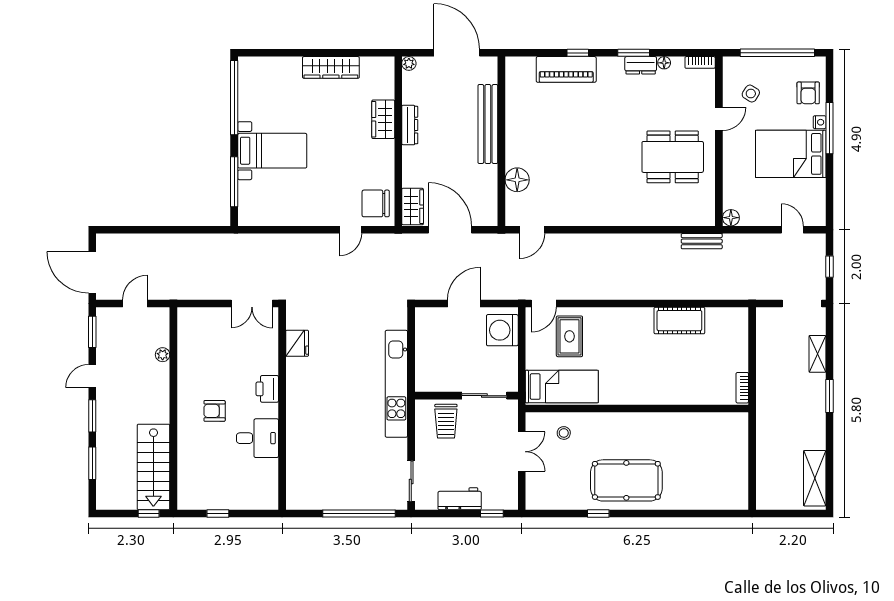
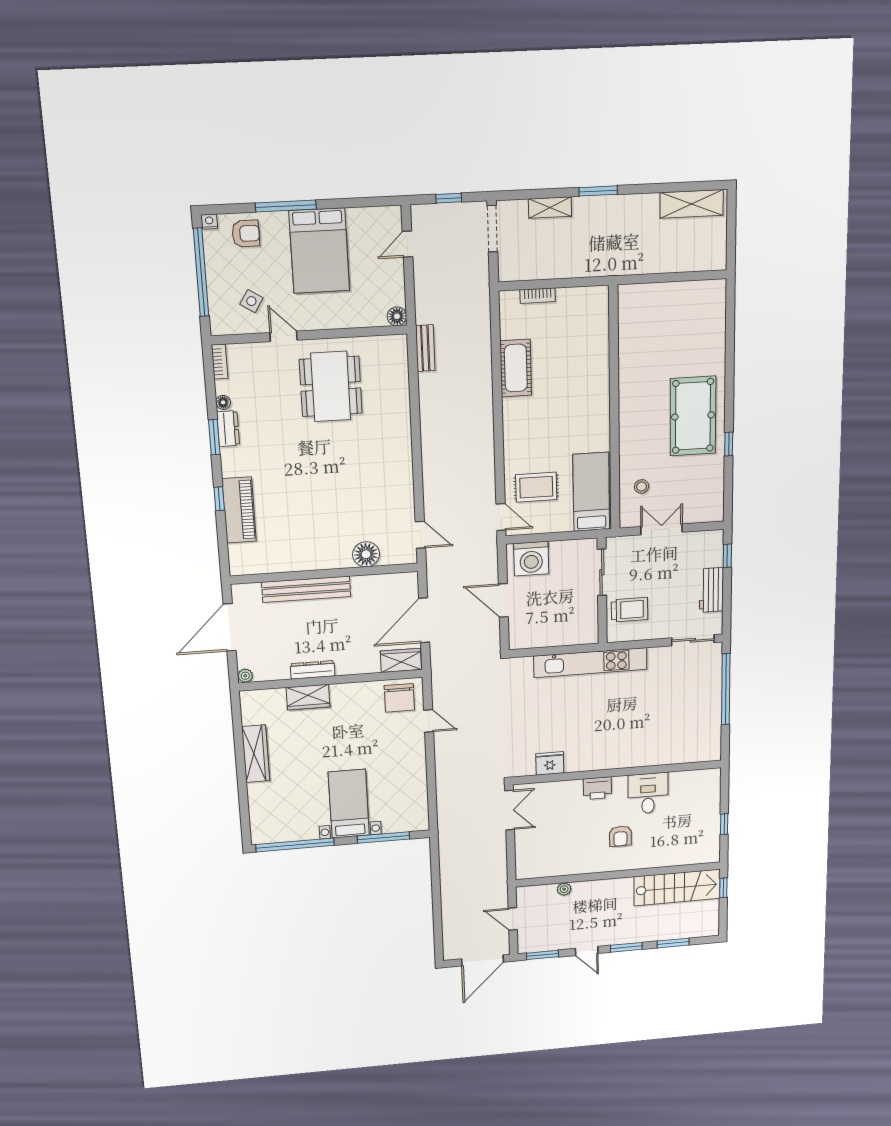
nightstand: (820, 122) -> (209, 222), moved
bookcase: (742, 388) -> (538, 296), moved

